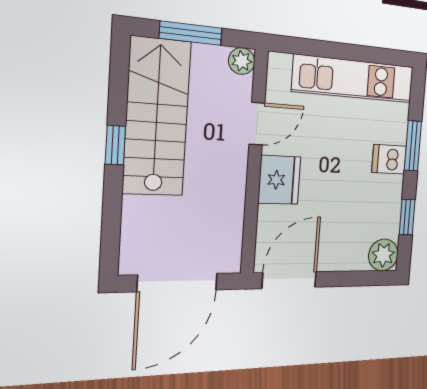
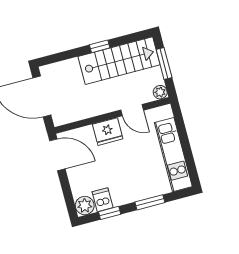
dishwasher: (389, 159) -> (103, 200), moved

